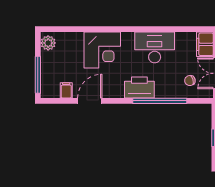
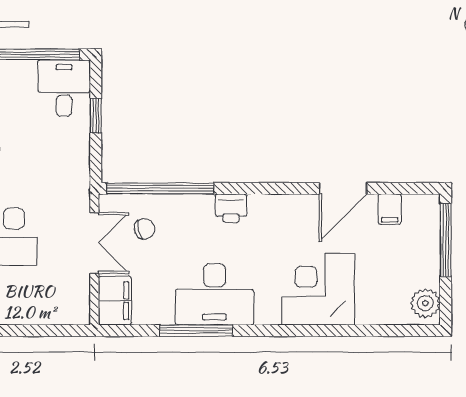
window: (164, 29) -> (196, 331), added
printer: (139, 88) -> (231, 208), width x0.53, depth x0.68
window: (160, 101) -> (160, 188), moved

